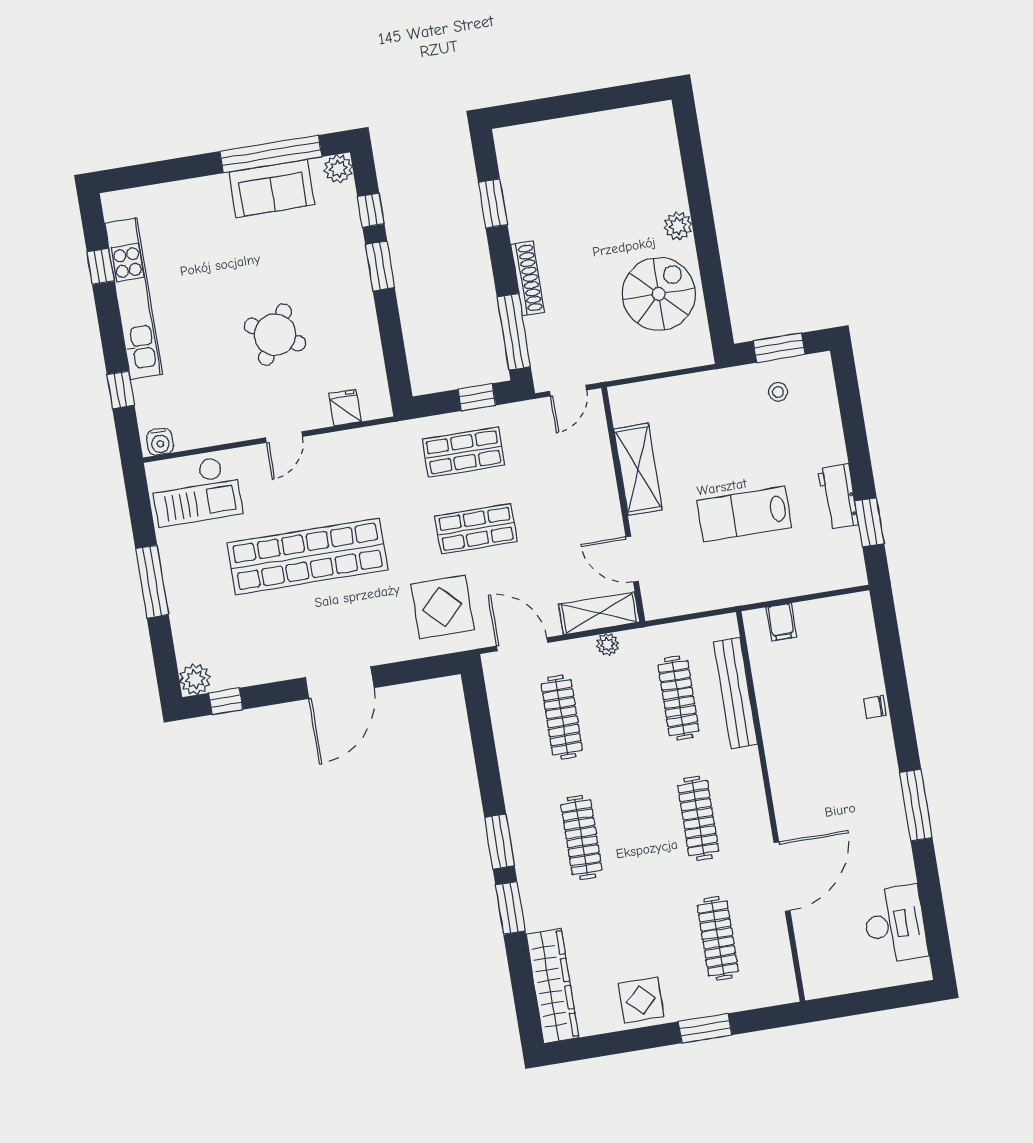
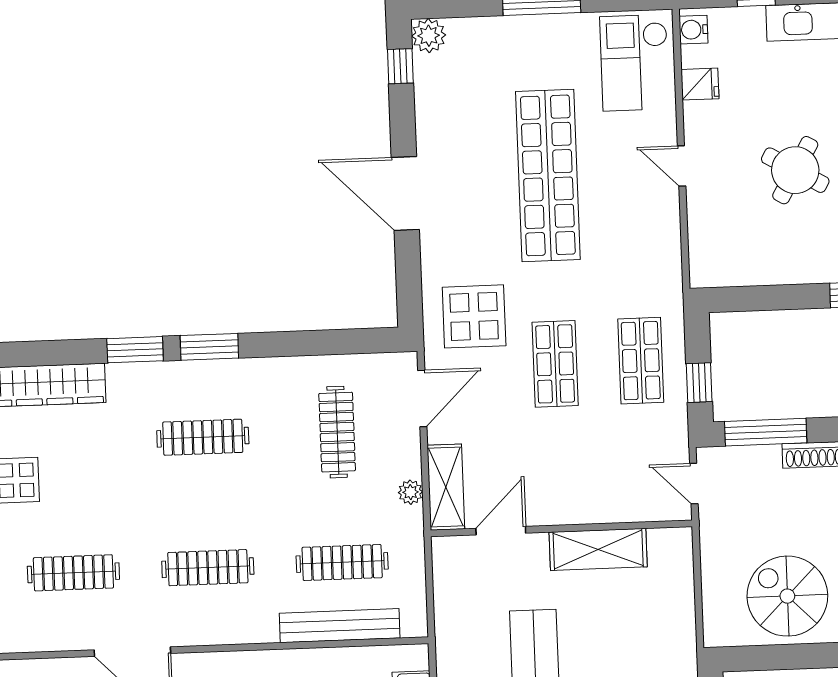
spiral stairs: (659, 294) -> (787, 596), turned 180
fridge: (345, 408) -> (700, 84), moved
clothes rail: (562, 717) -> (337, 432), turned 90

